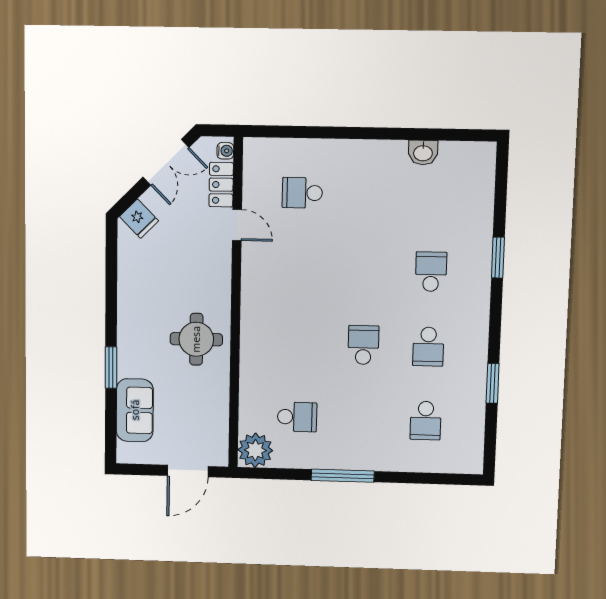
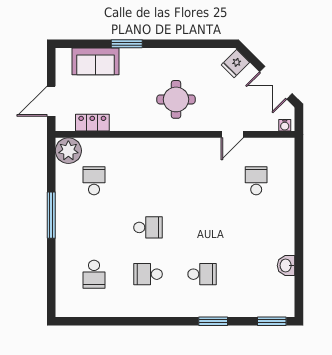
locker: (221, 185) -> (92, 123), moved
round table: (196, 339) -> (176, 99), moved
window: (493, 383) -> (272, 321), moved
school desk: (297, 417) -> (94, 181), turned 180
school desk: (426, 421) -> (94, 274), turned -90
door: (188, 471) -> (51, 101), hinge flipped

